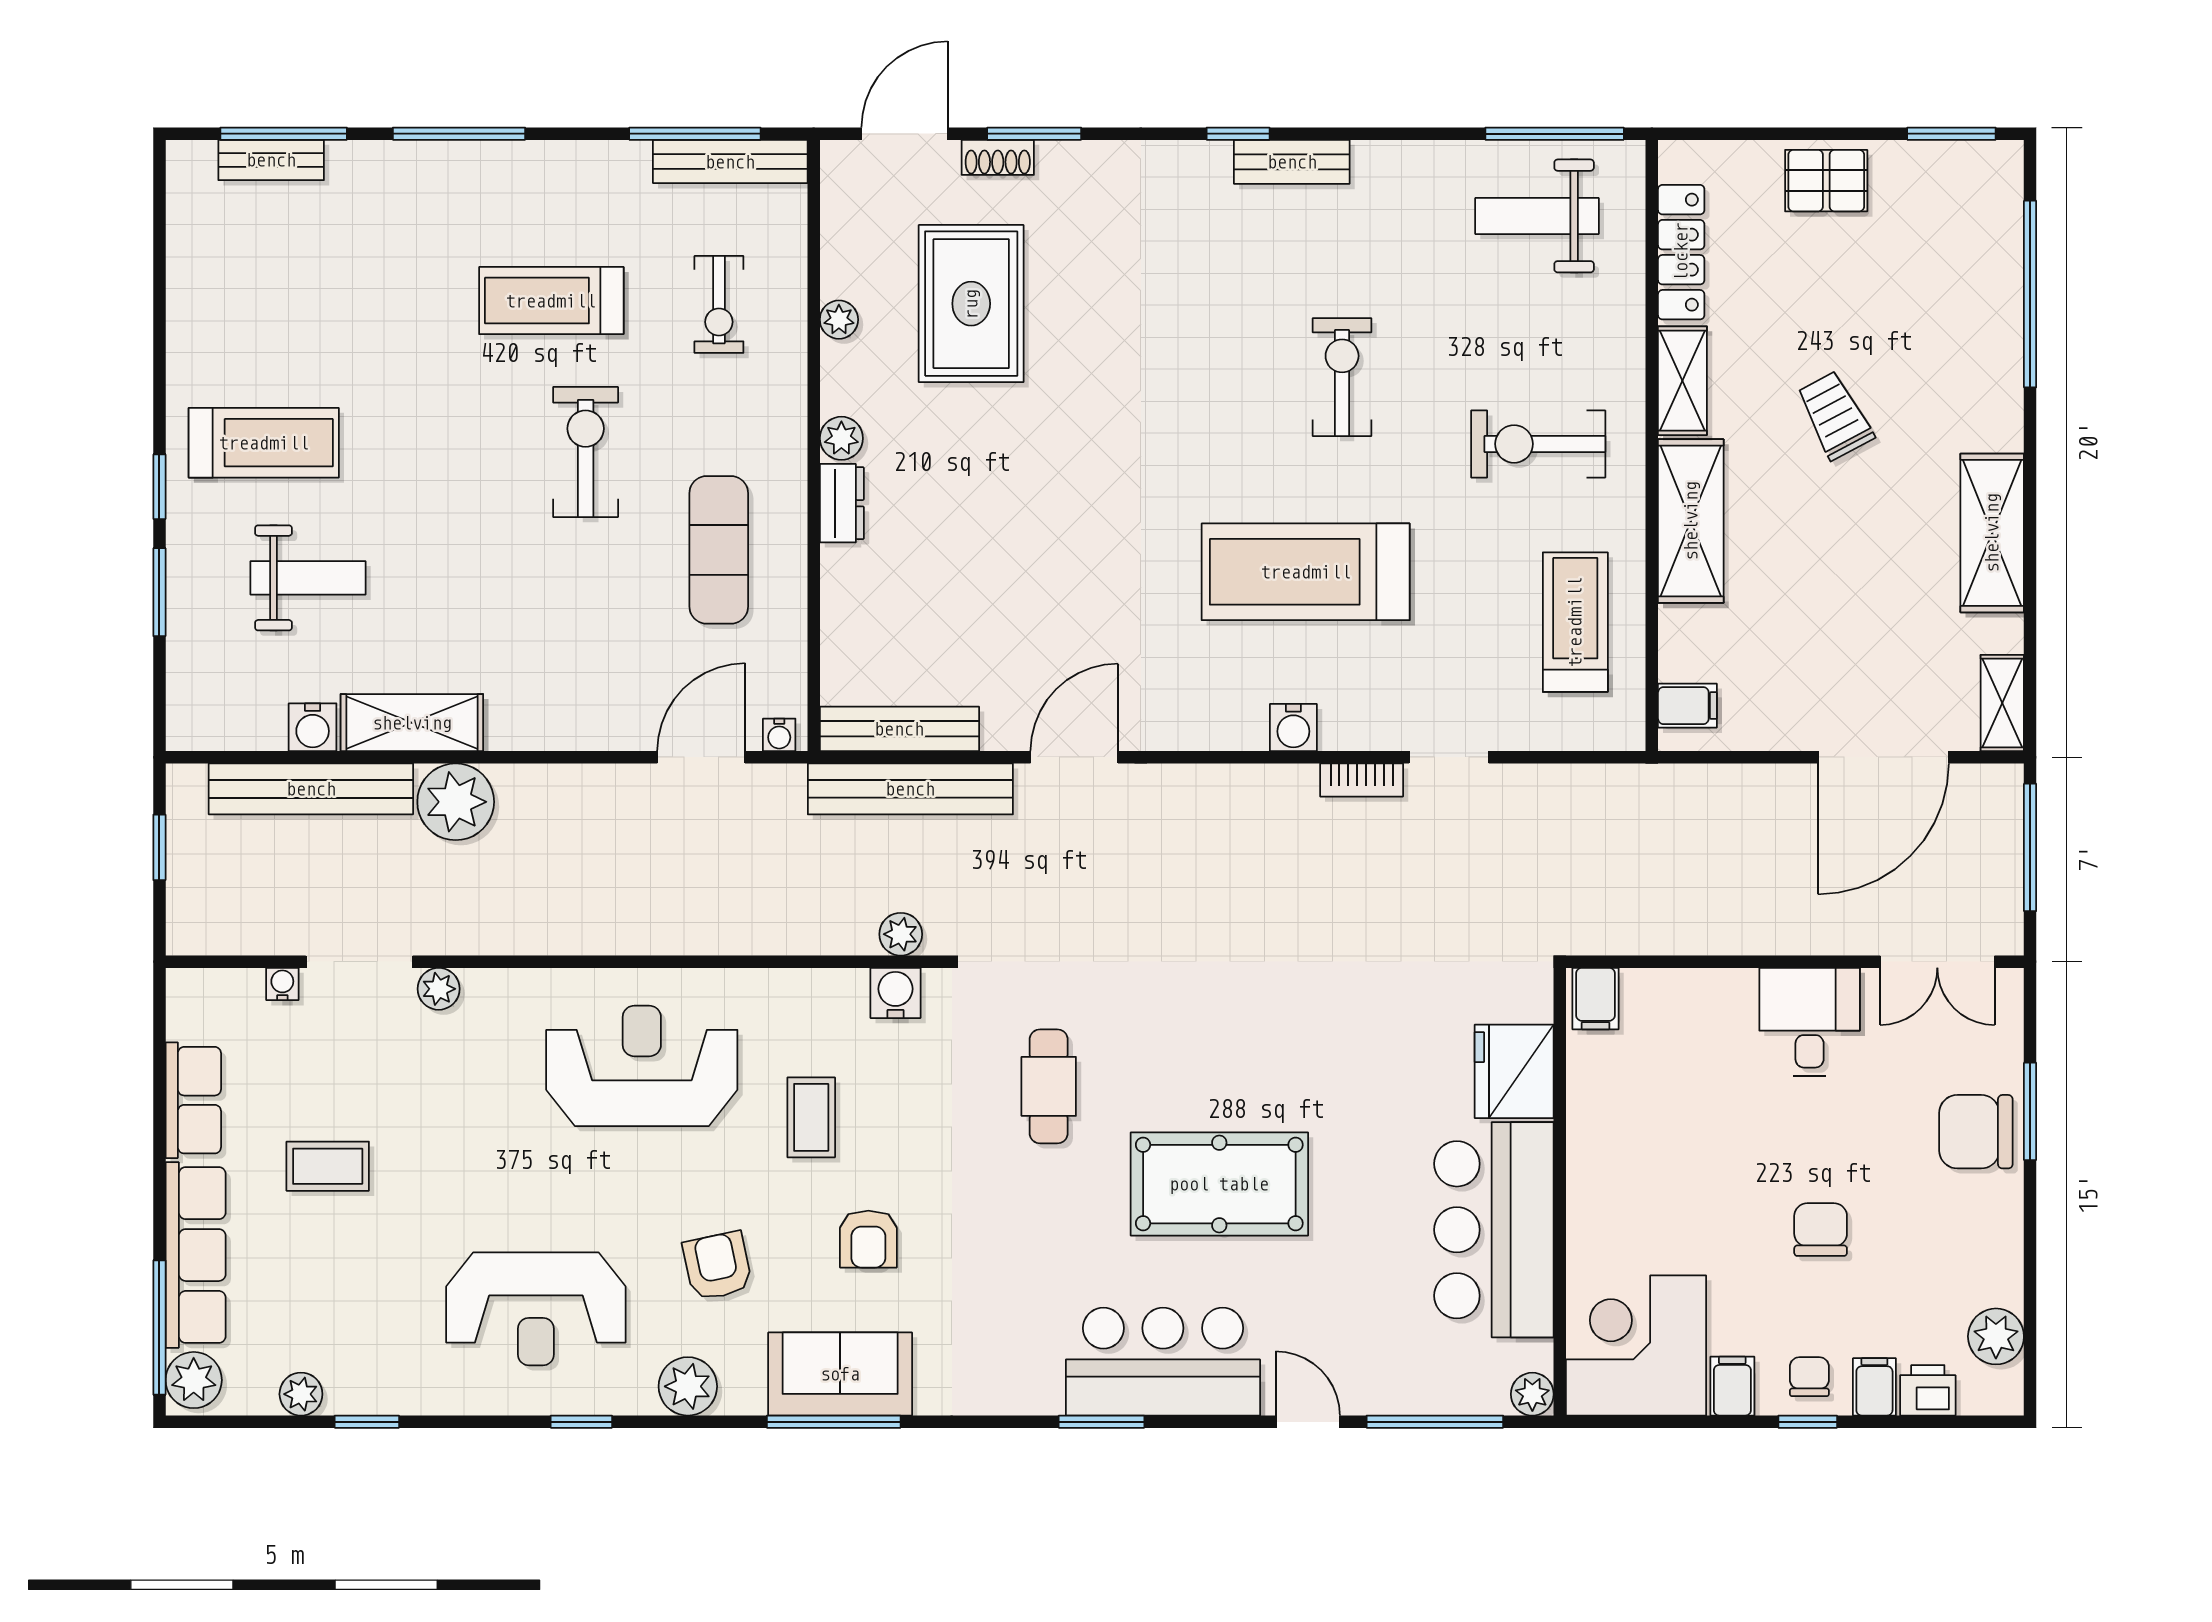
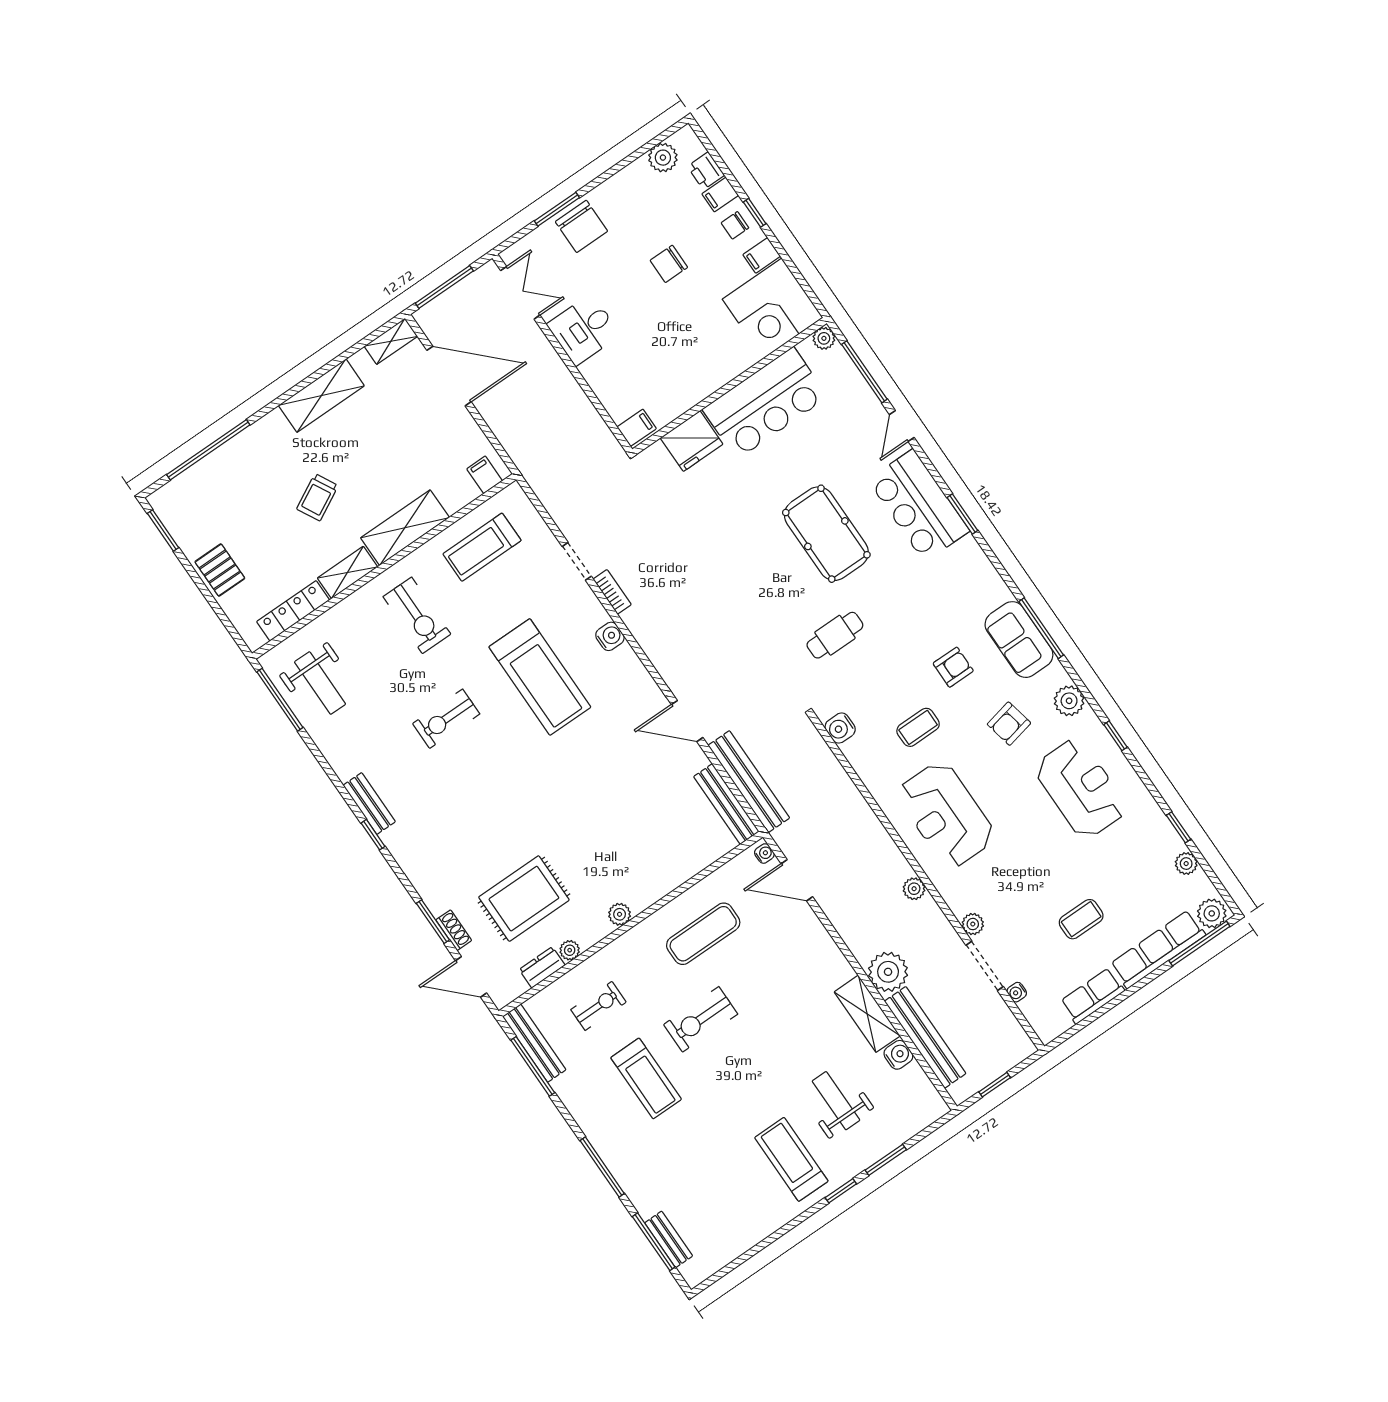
dresser: (842, 503) -> (542, 967), moved
plant: (901, 934) -> (914, 889), moved
coffee table: (328, 1166) -> (1081, 919), turned 90

